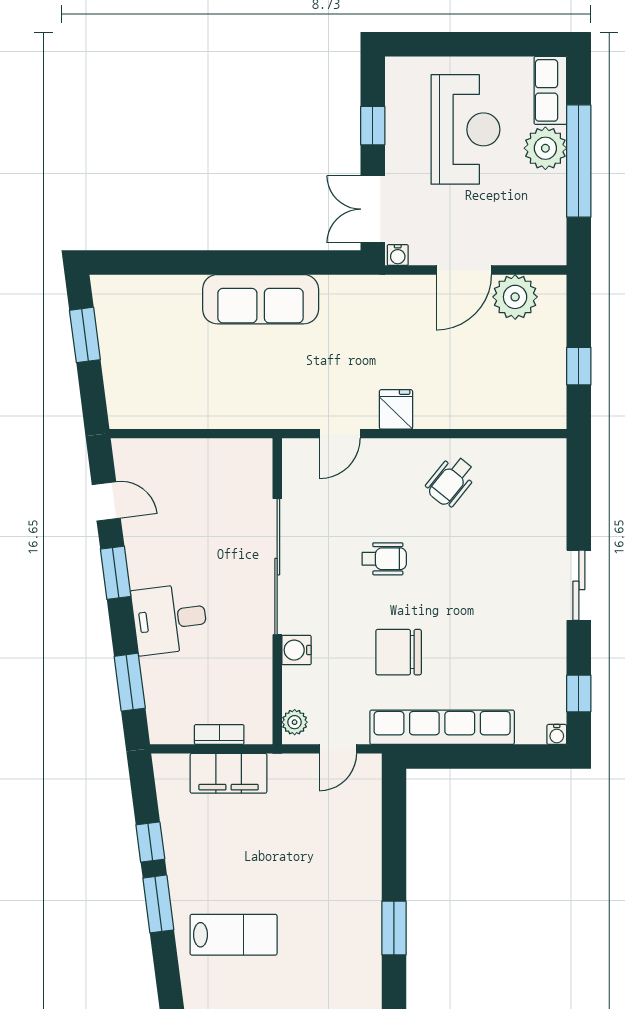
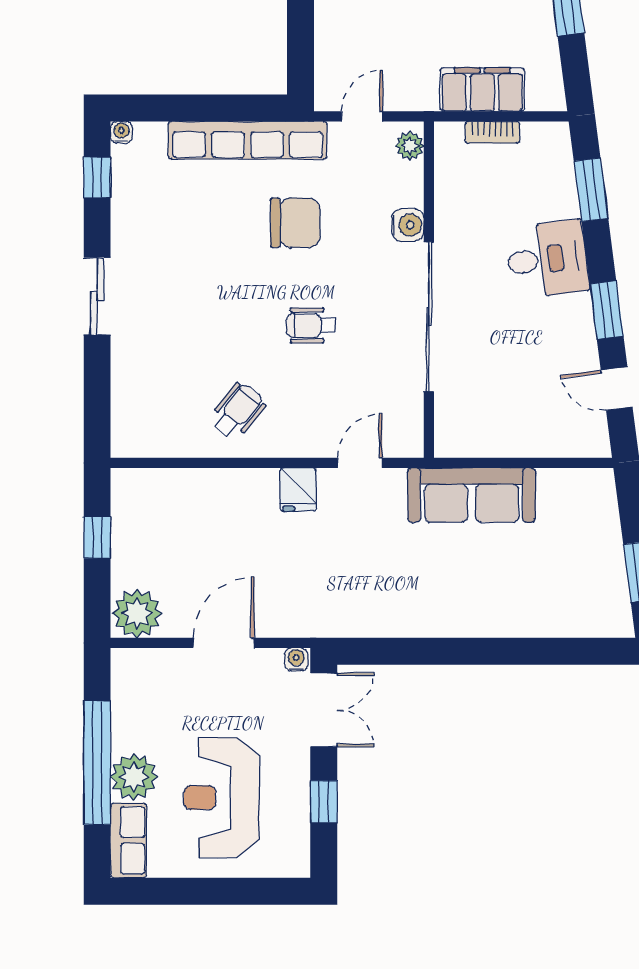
plant: (515, 297) -> (137, 613), moved
sofa: (261, 299) -> (472, 495), moved, turned 180

